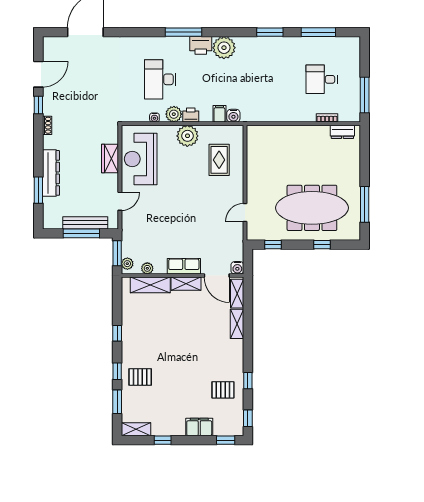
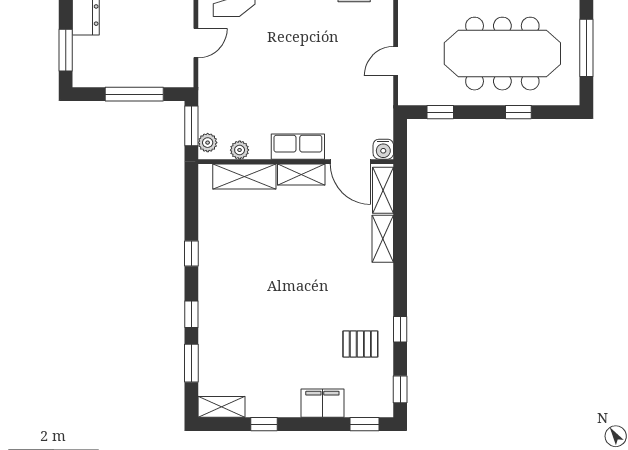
window: (38, 190) -> (66, 50), moved
bench: (85, 223) -> (141, 77), removed
pallet: (140, 377) -> (228, 323), removed

